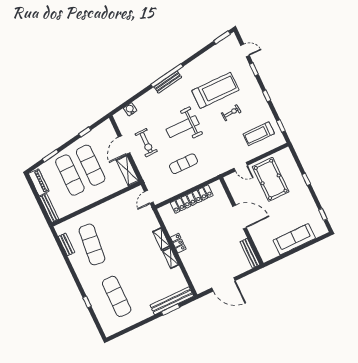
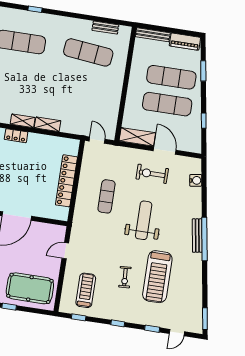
pool table: (271, 179) -> (30, 288), moved
locker: (178, 243) -> (16, 136), moved

